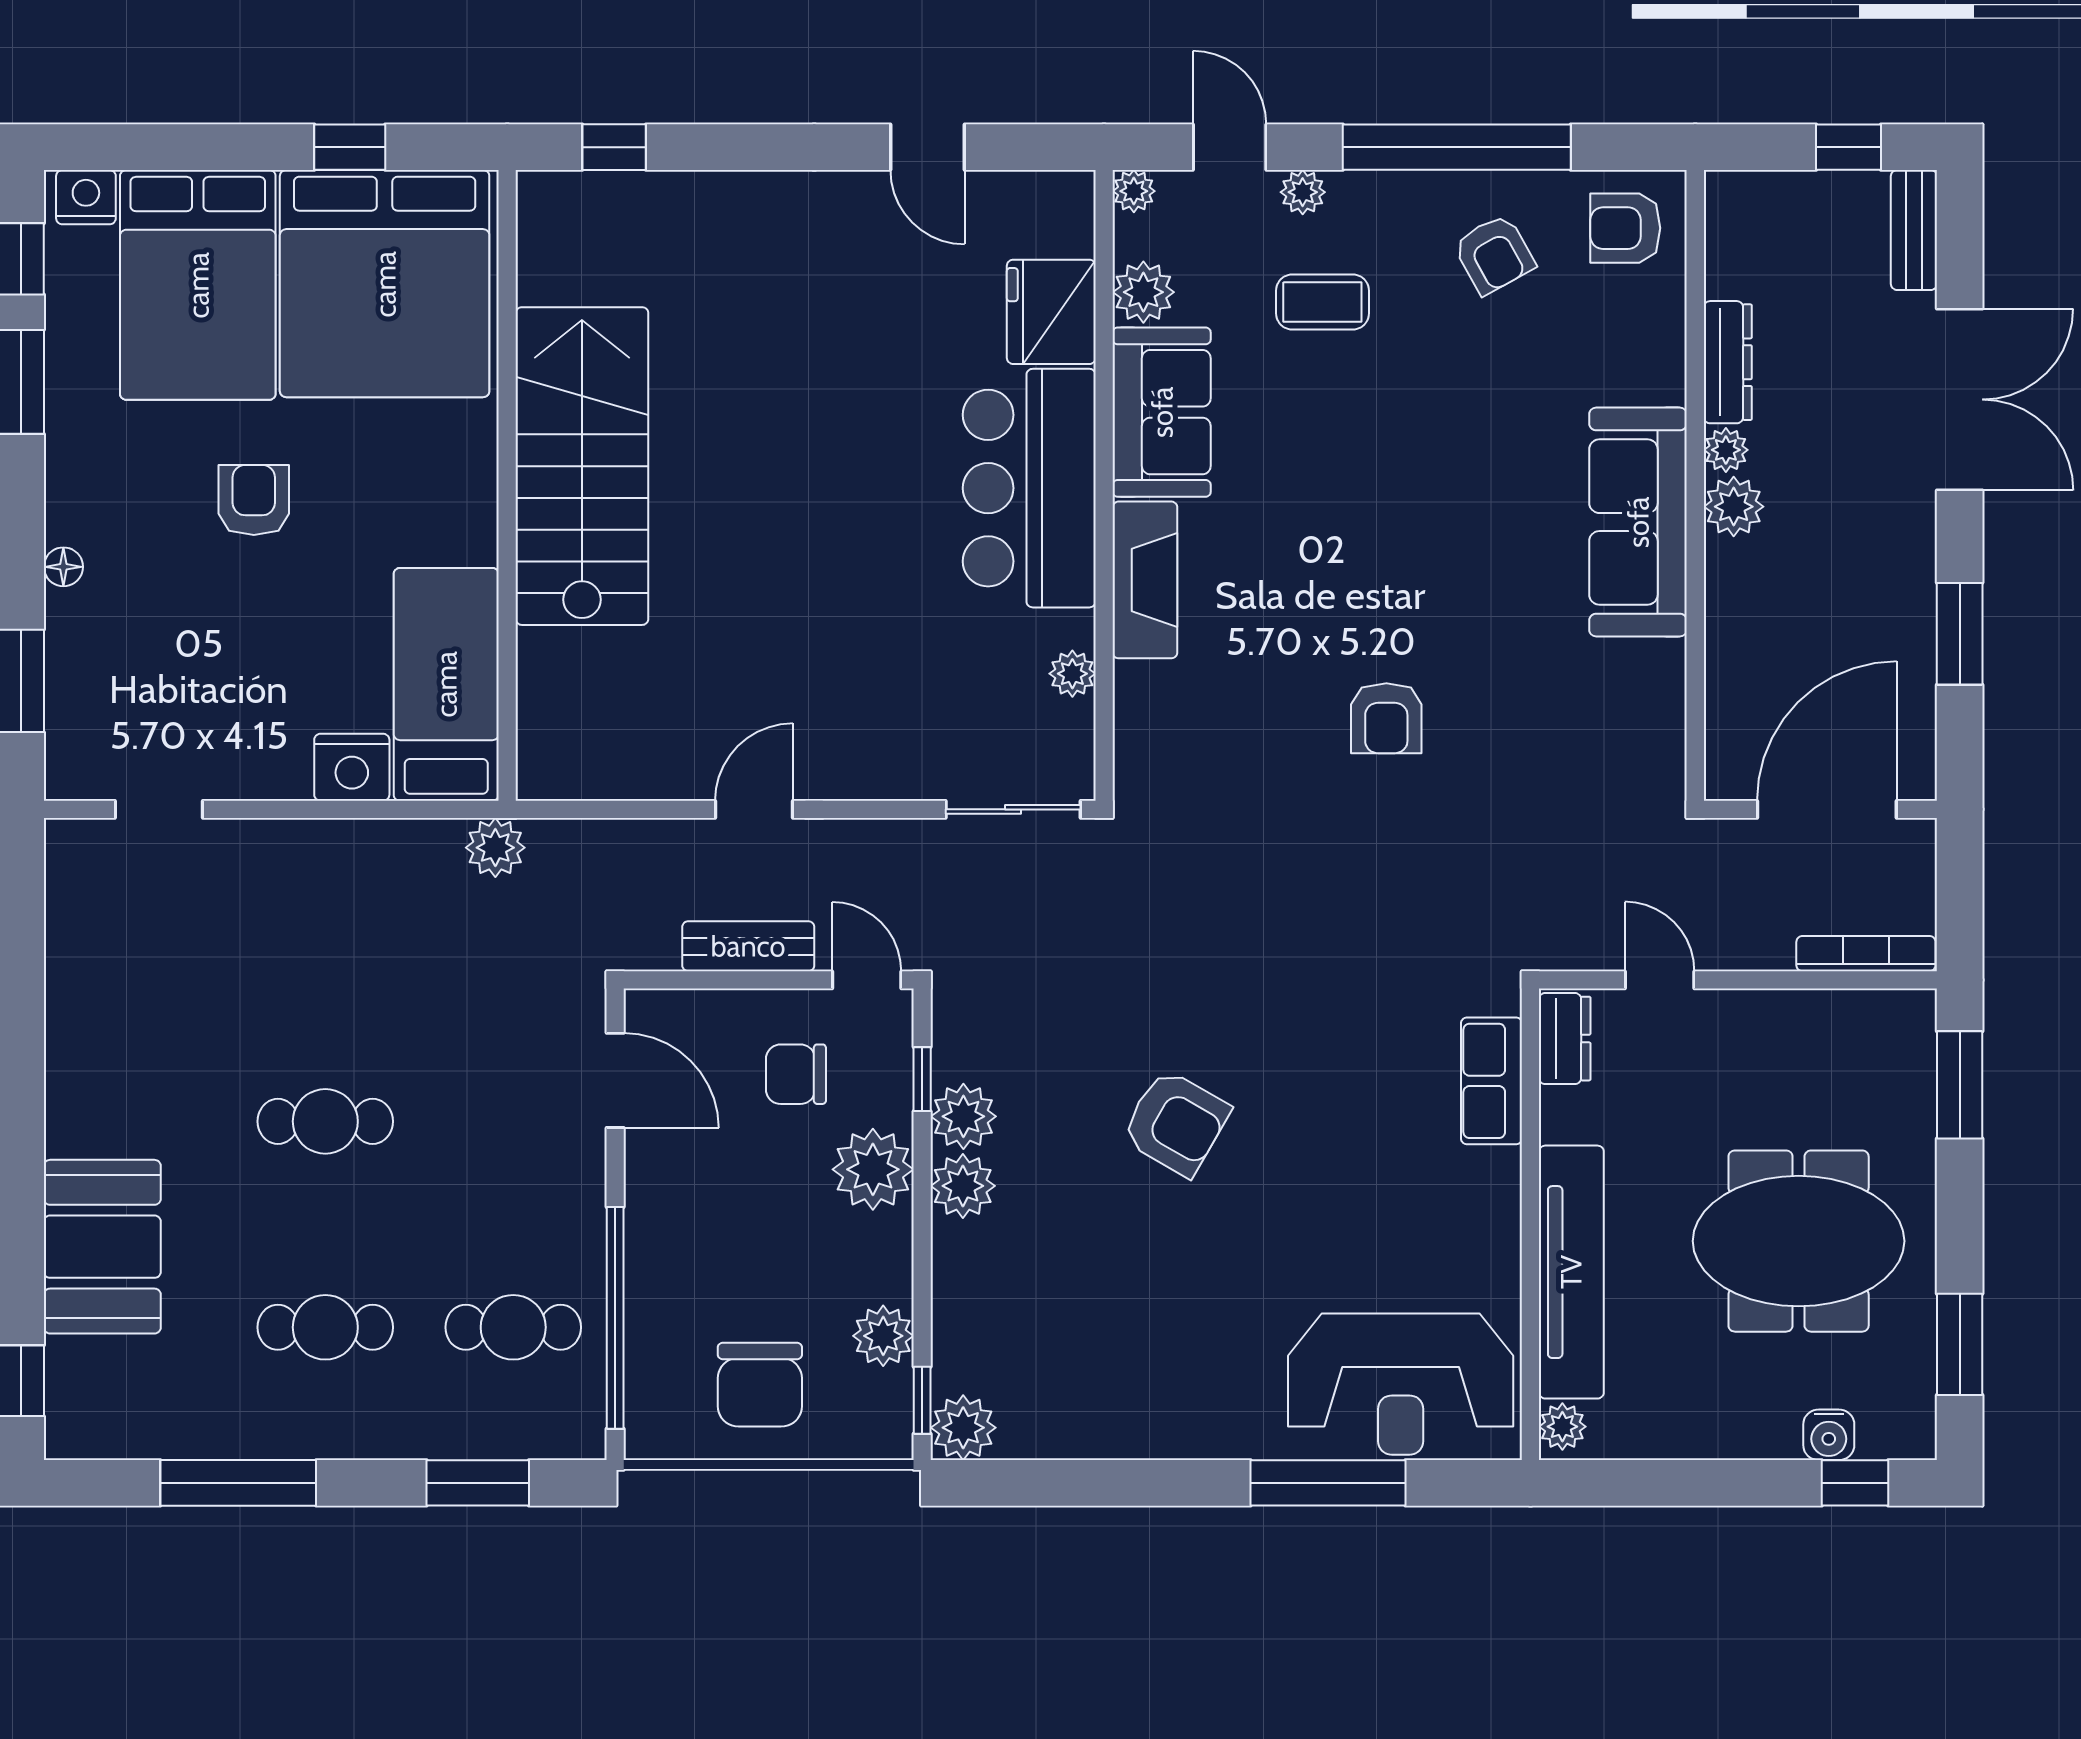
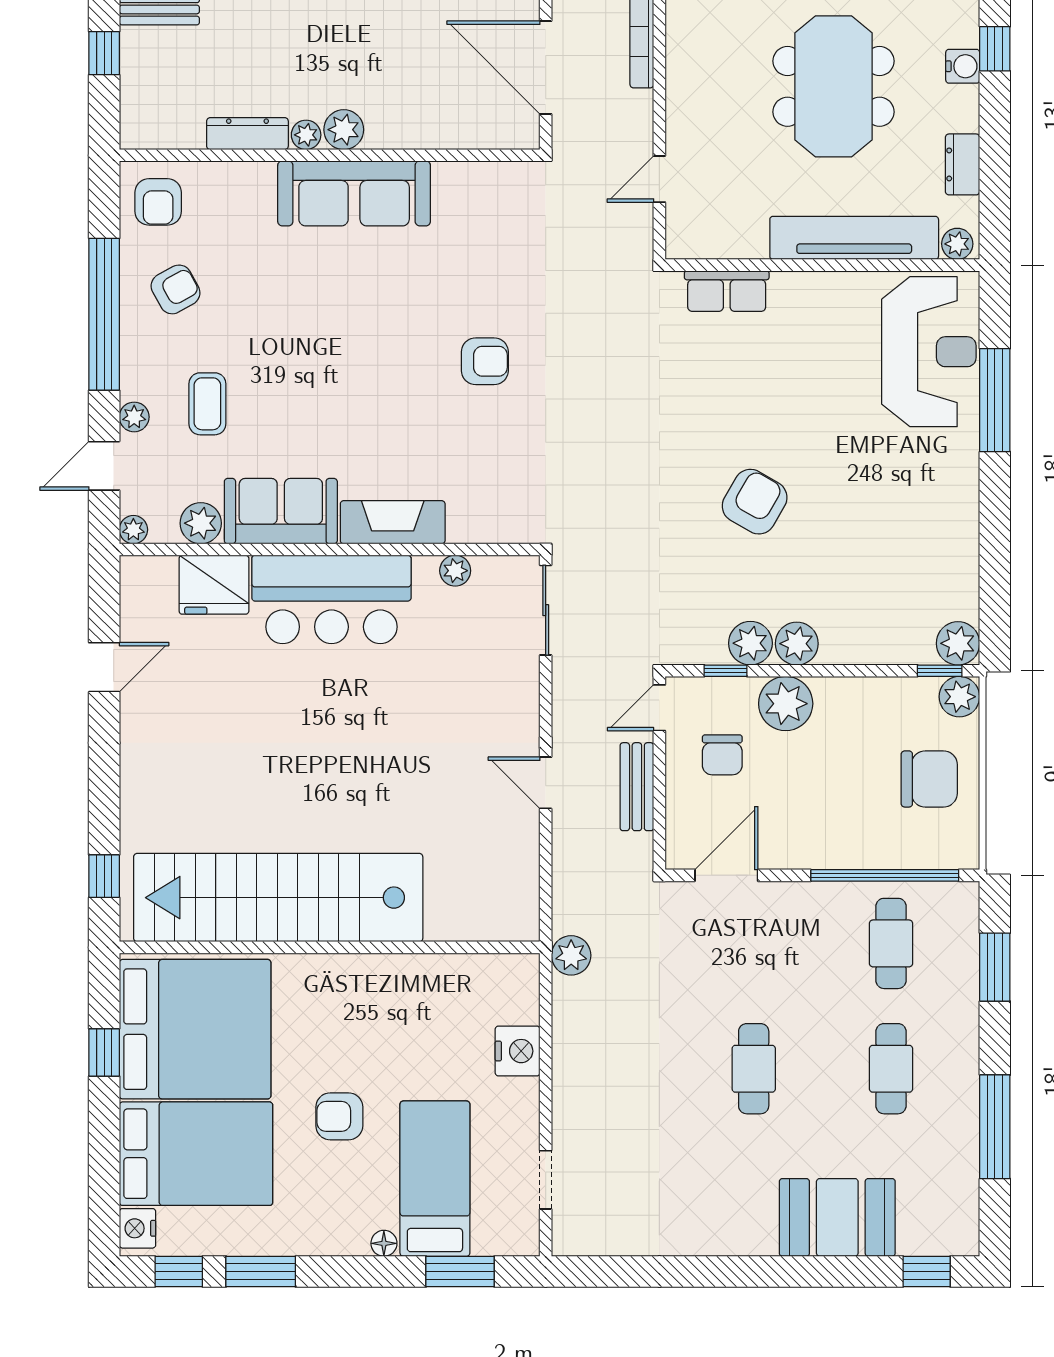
stairs: (582, 466) -> (278, 898), width x1.36
bed: (446, 684) -> (435, 1179), moved, turned 90
dresser: (1565, 1039) -> (963, 164), moved, turned -90
plant: (883, 1336) -> (959, 697), moved

